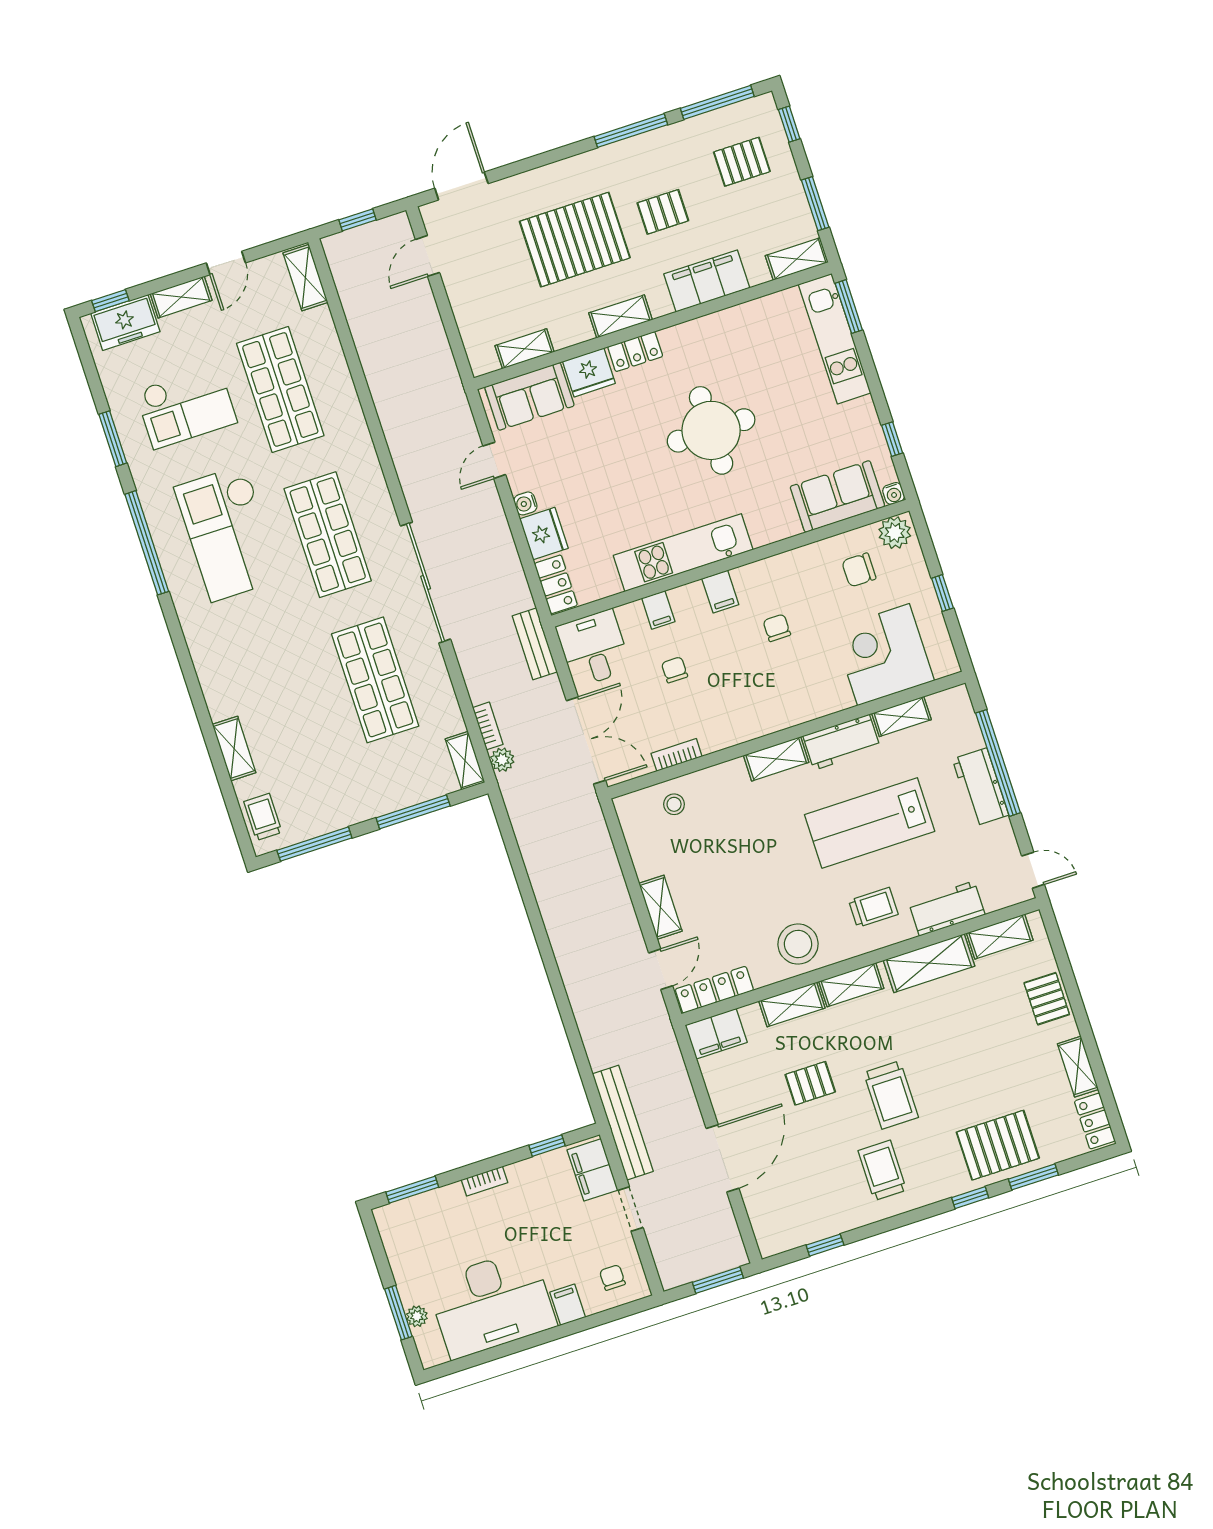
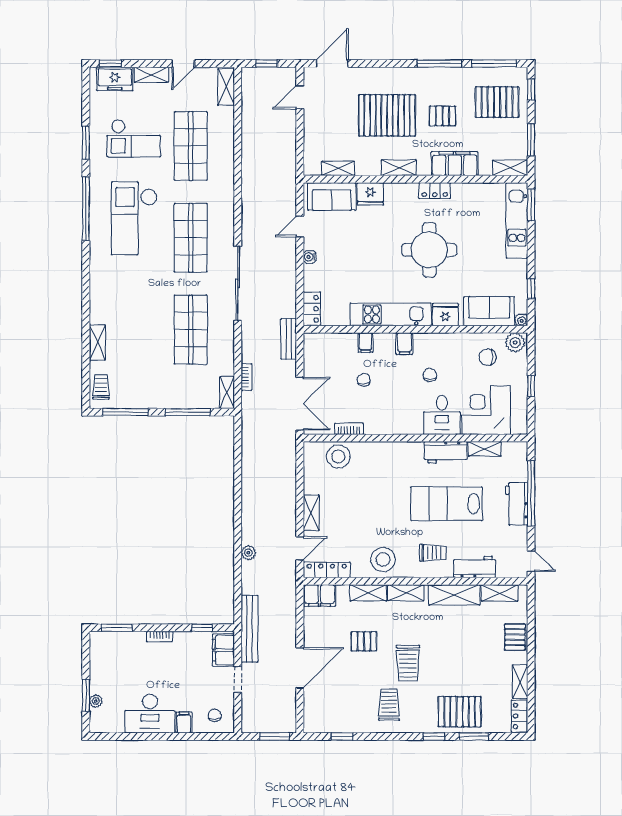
pallet: (742, 162) -> (497, 102), width x1.50, depth x1.42
locker: (635, 352) -> (435, 191), moved
fridge: (544, 534) -> (445, 315), moved, turned -90
desk: (594, 648) -> (442, 415), moved, turned 180
shelving: (776, 759) -> (405, 450), removed
plant: (502, 760) -> (248, 553), moved
stool: (674, 804) -> (338, 457), width x1.89, depth x1.89
desk: (492, 1304) -> (150, 714), width x0.73, depth x0.77

